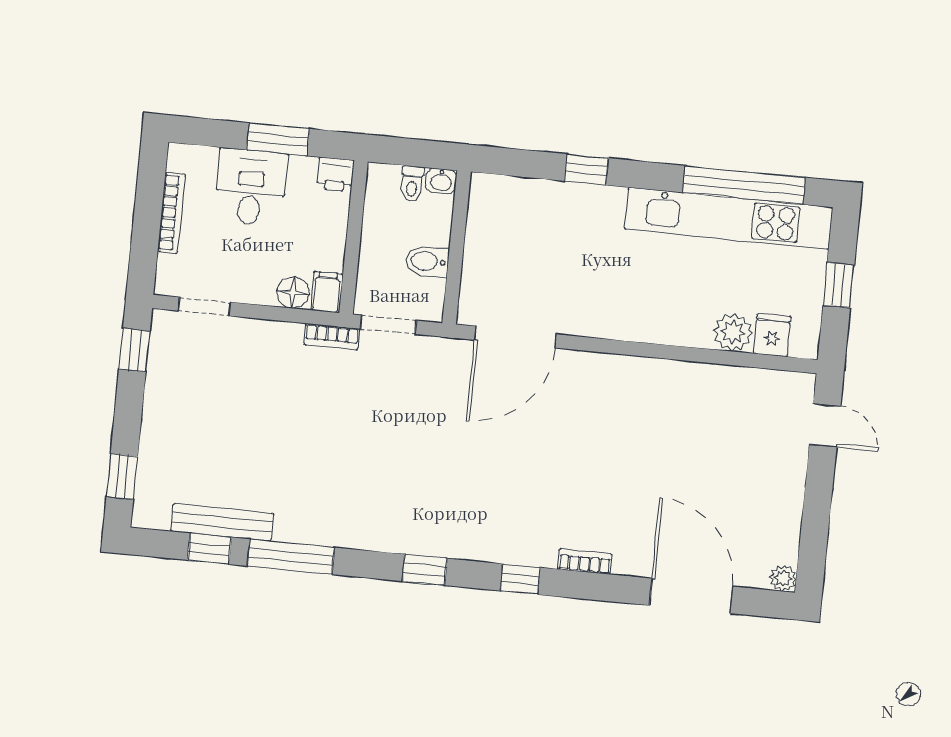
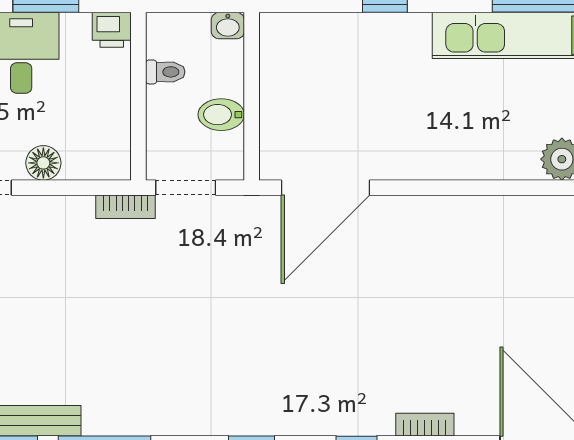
toilet: (412, 184) -> (165, 72), moved, turned -90
filing cabinet: (327, 292) -> (115, 159), removed
floor lamp: (293, 293) -> (43, 163), moved

